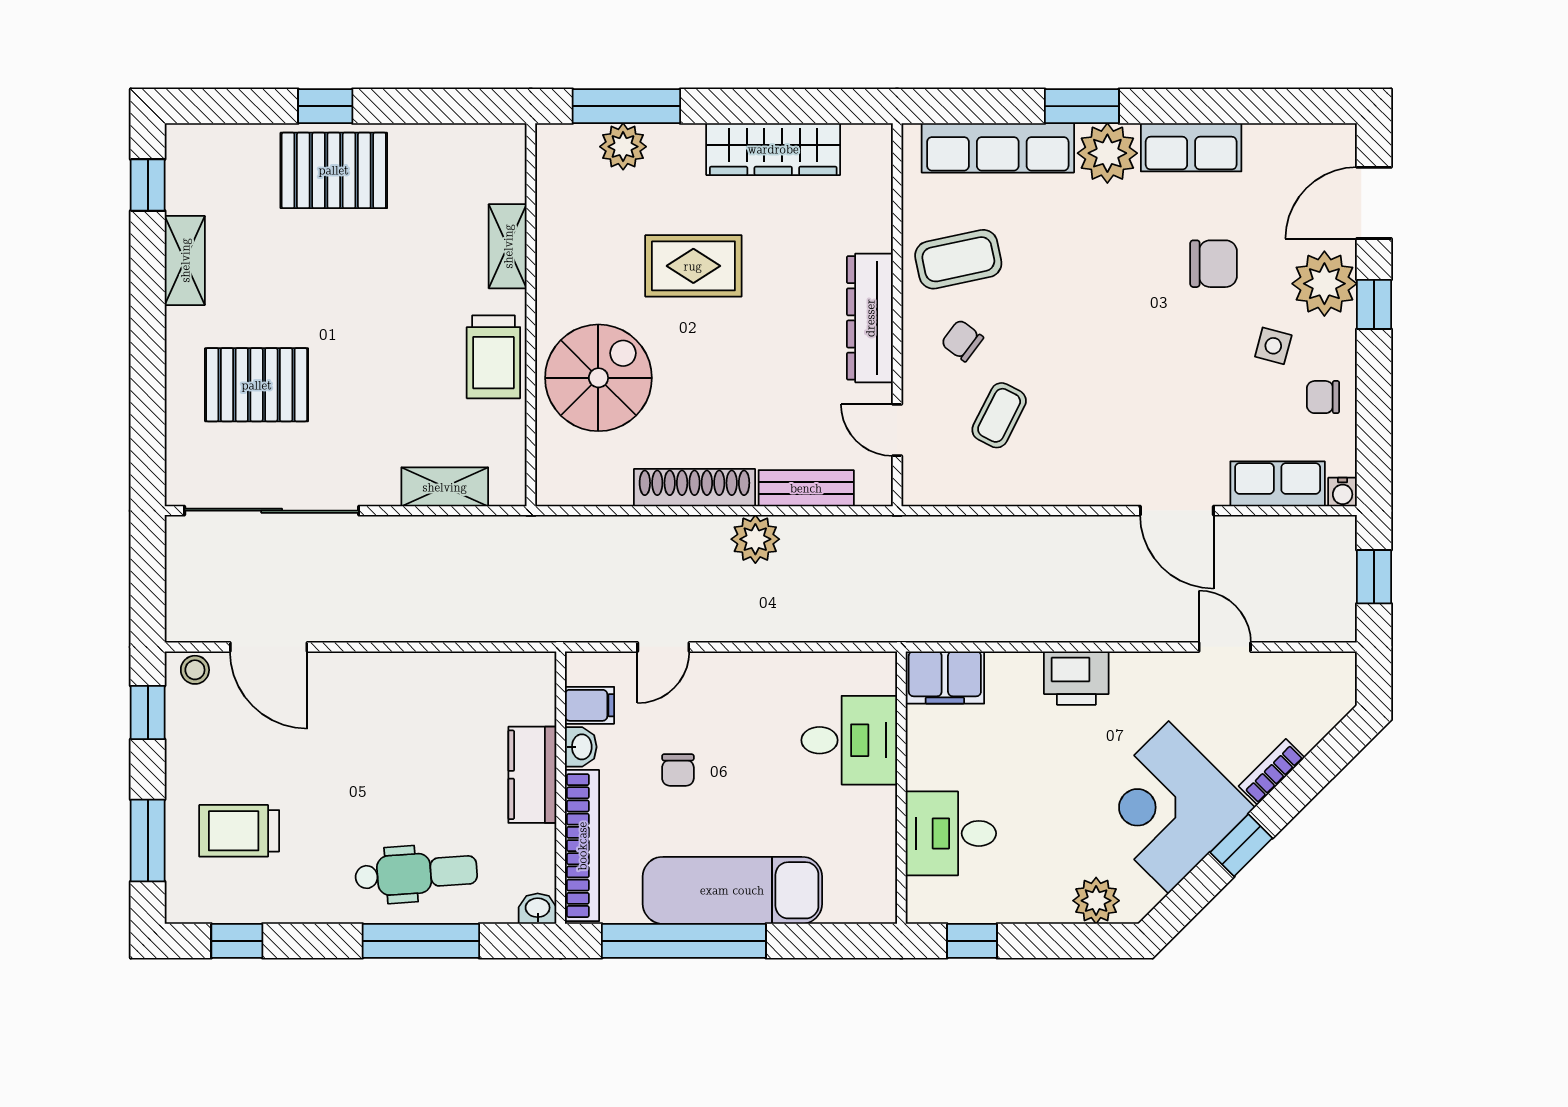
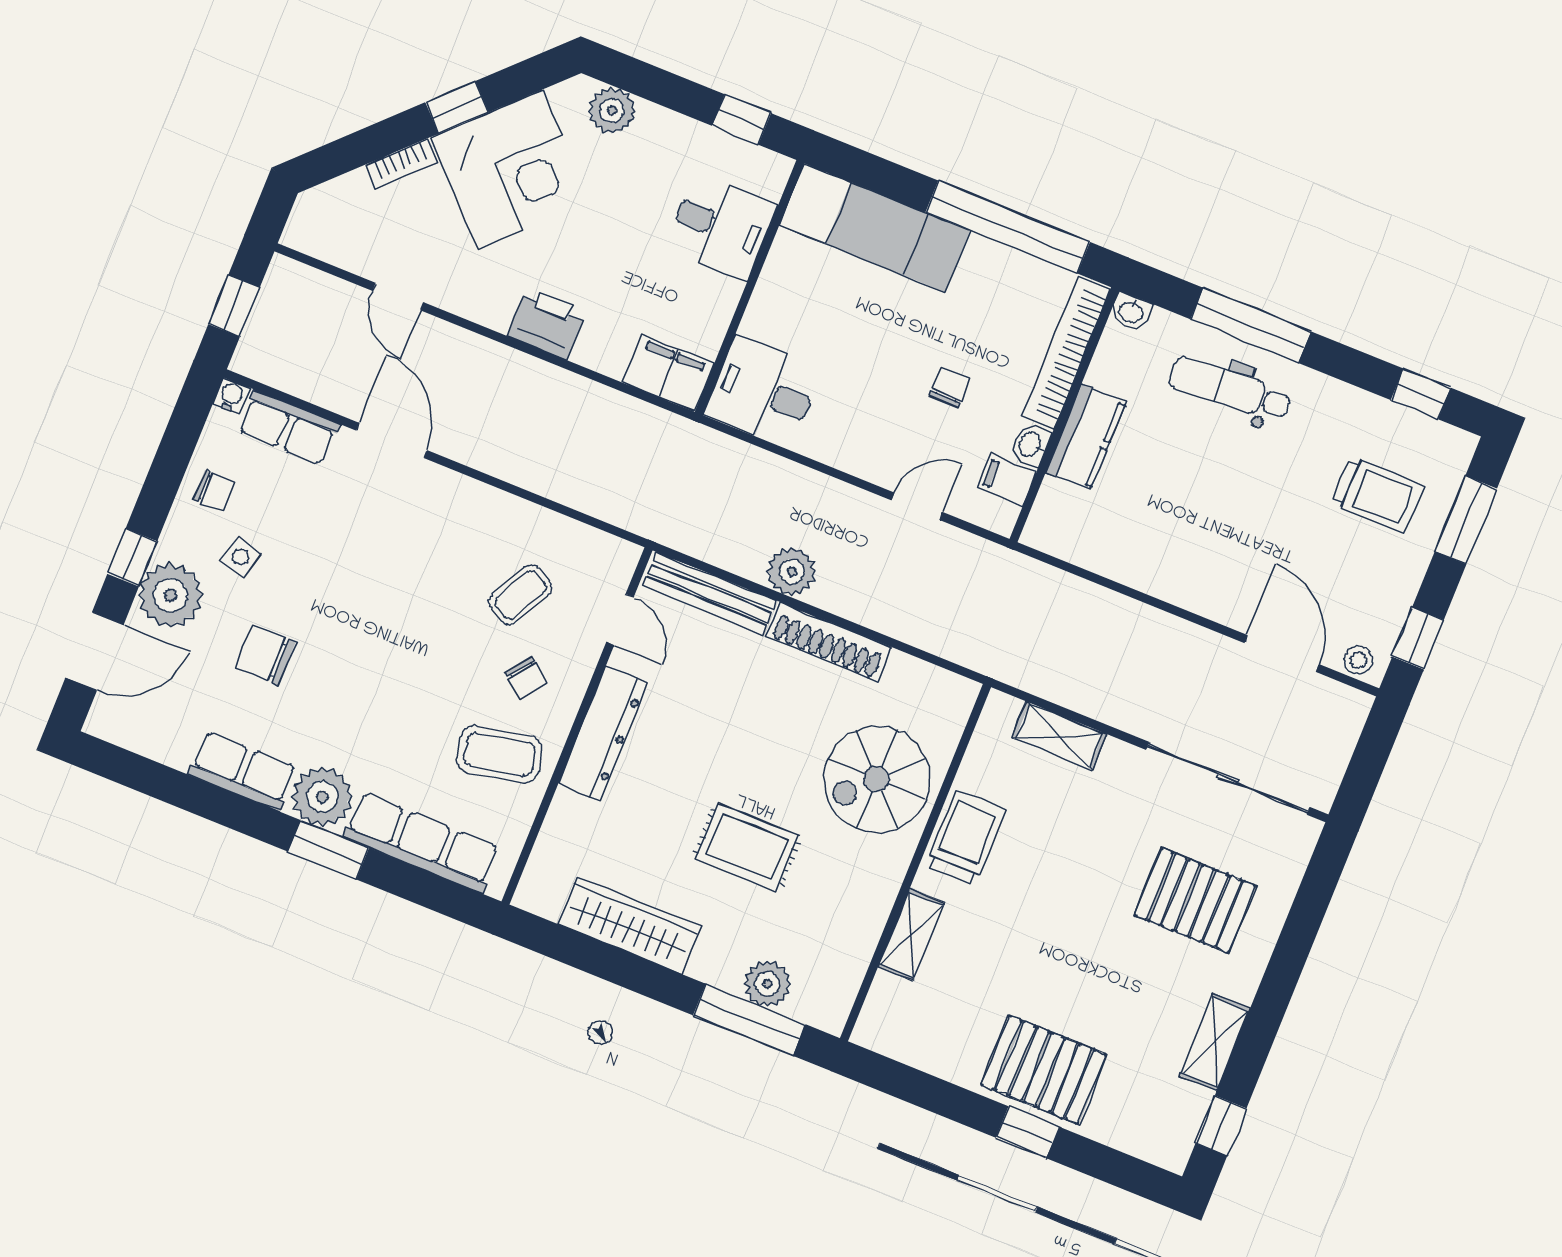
bench: (806, 488) -> (710, 593), width x1.36
desk: (849, 740) -> (763, 392), moved
exam couch: (732, 890) -> (875, 228), moved

